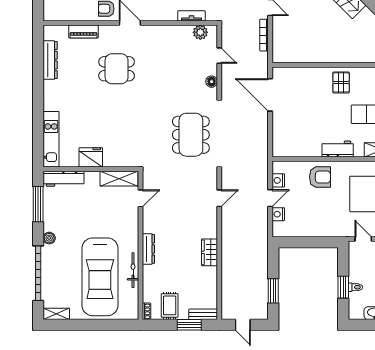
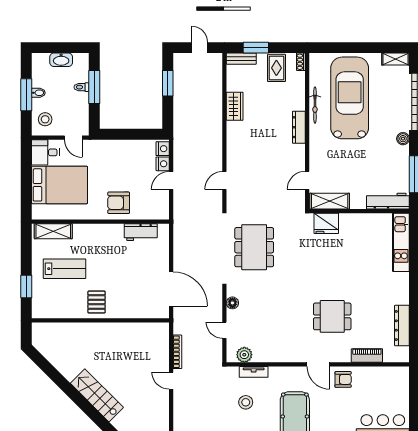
workbench: (338, 149) -> (141, 232), moved
fridge: (91, 157) -> (326, 223), moved
nightstand: (278, 180) -> (163, 149), moved
wardrobe: (209, 252) -> (235, 106), moved
window: (343, 287) -> (94, 87), width x1.44

